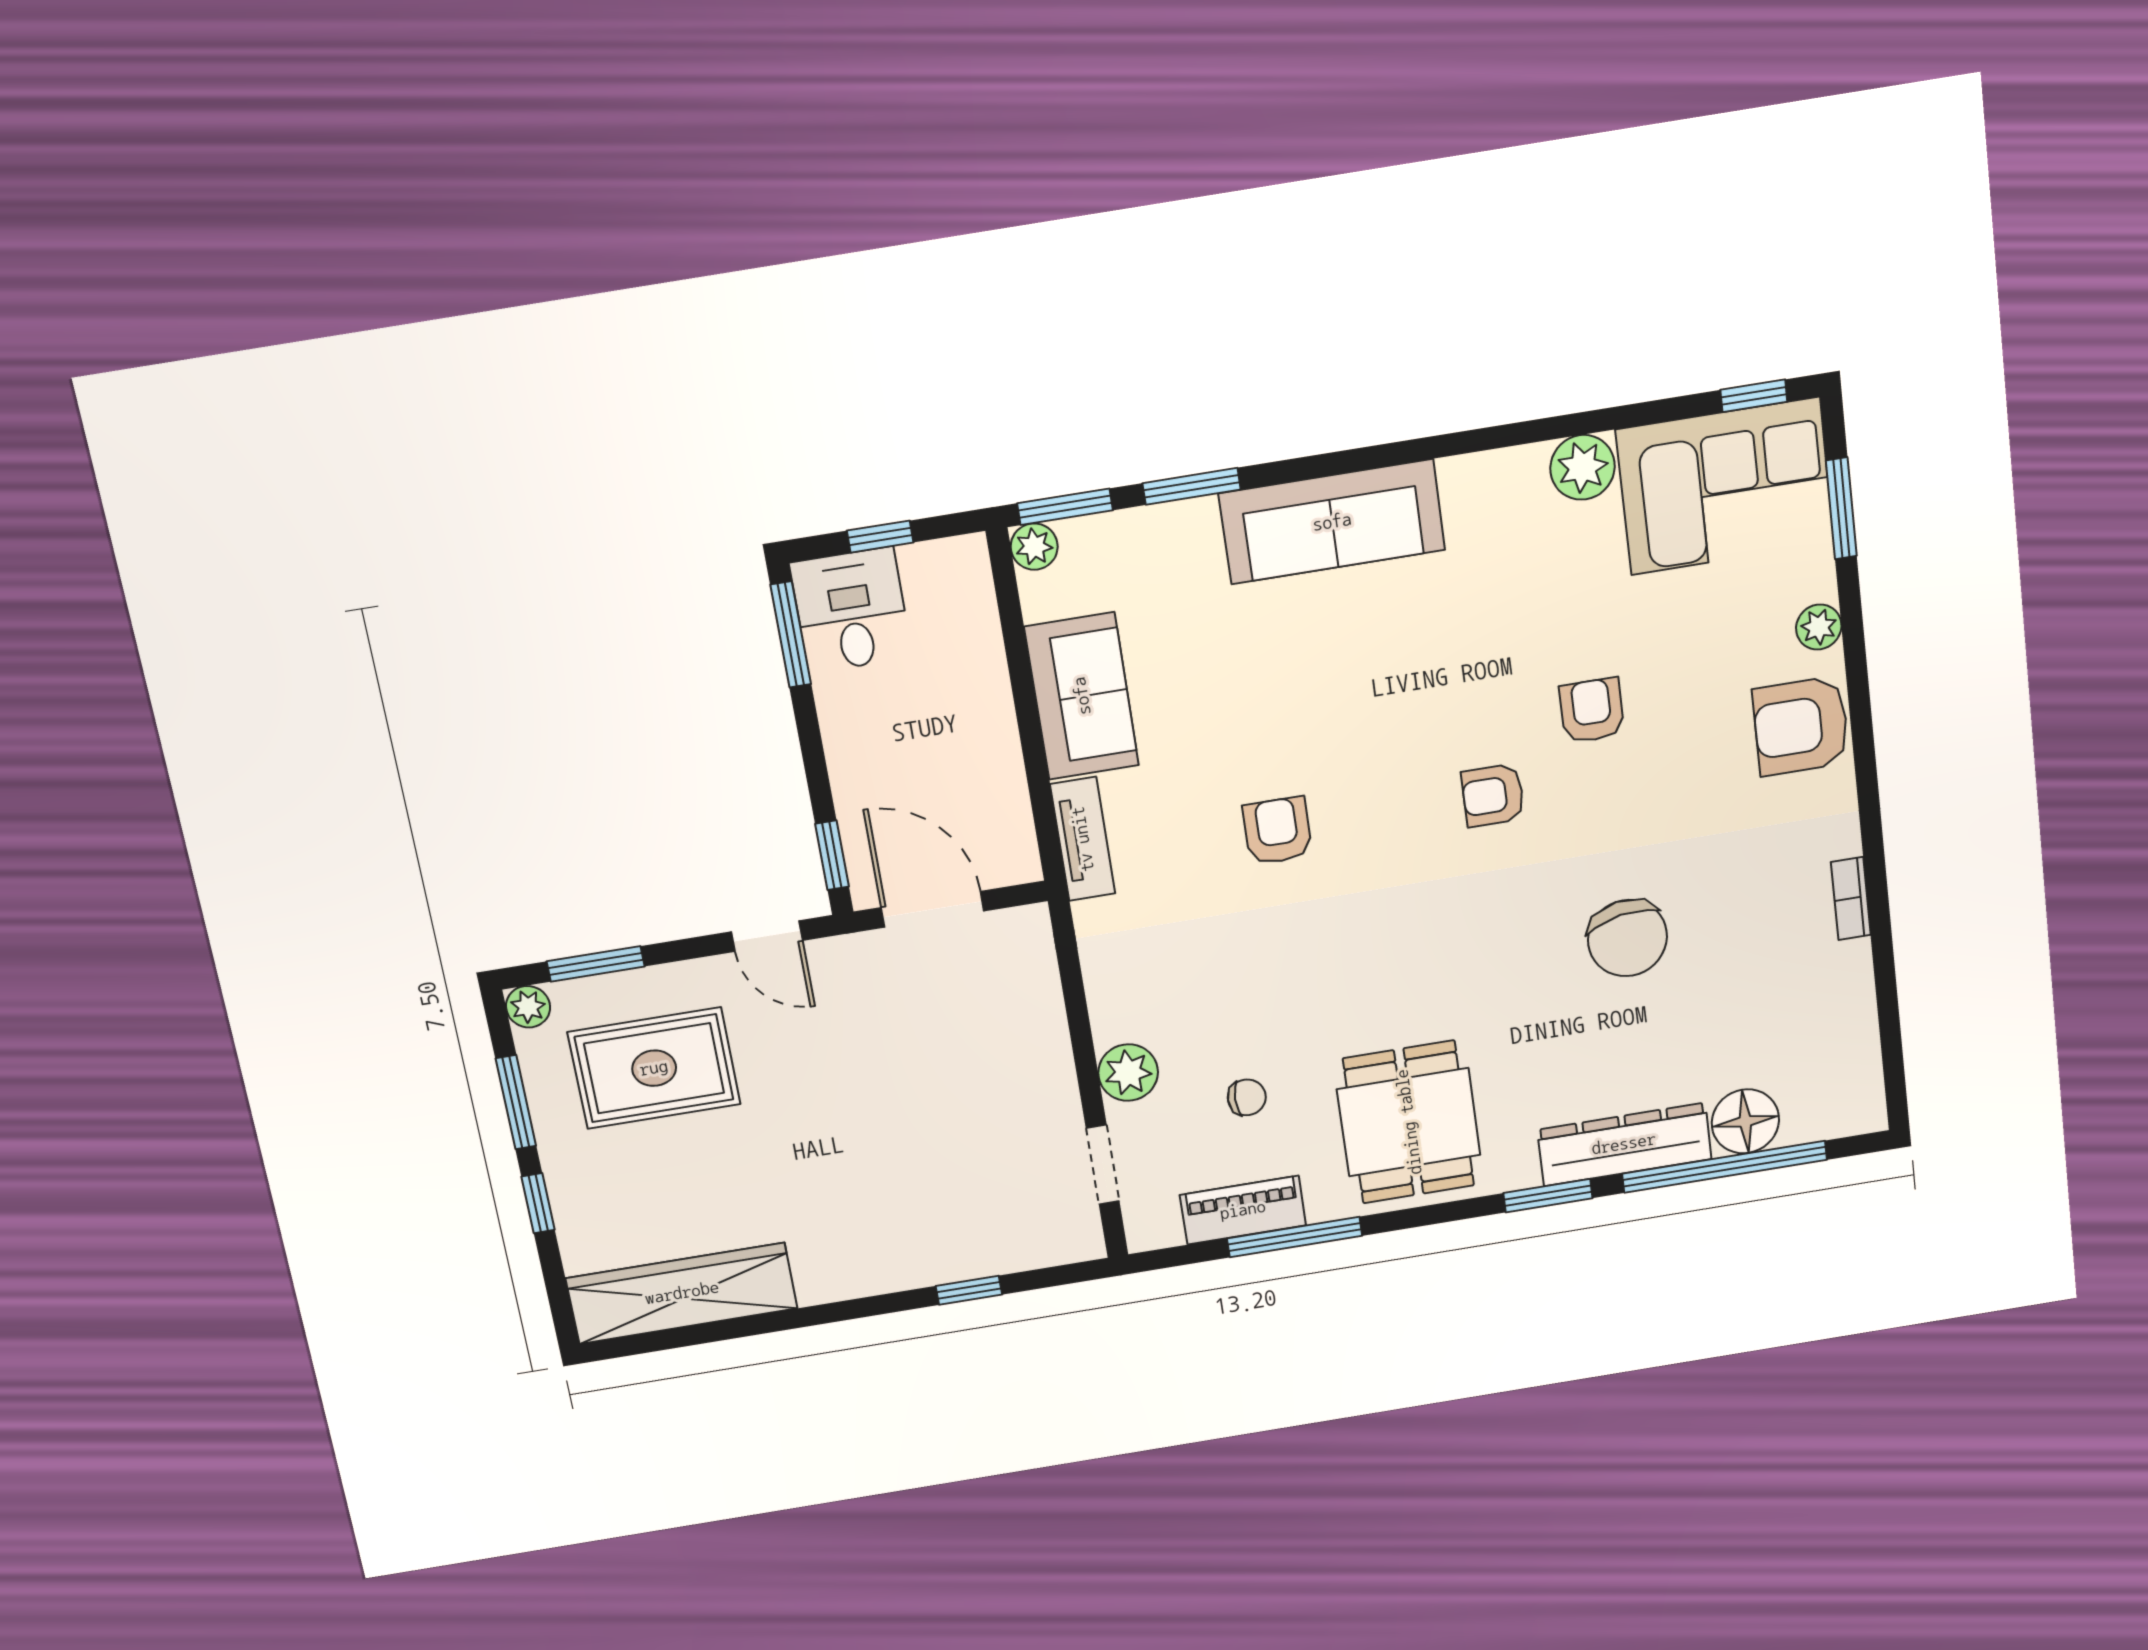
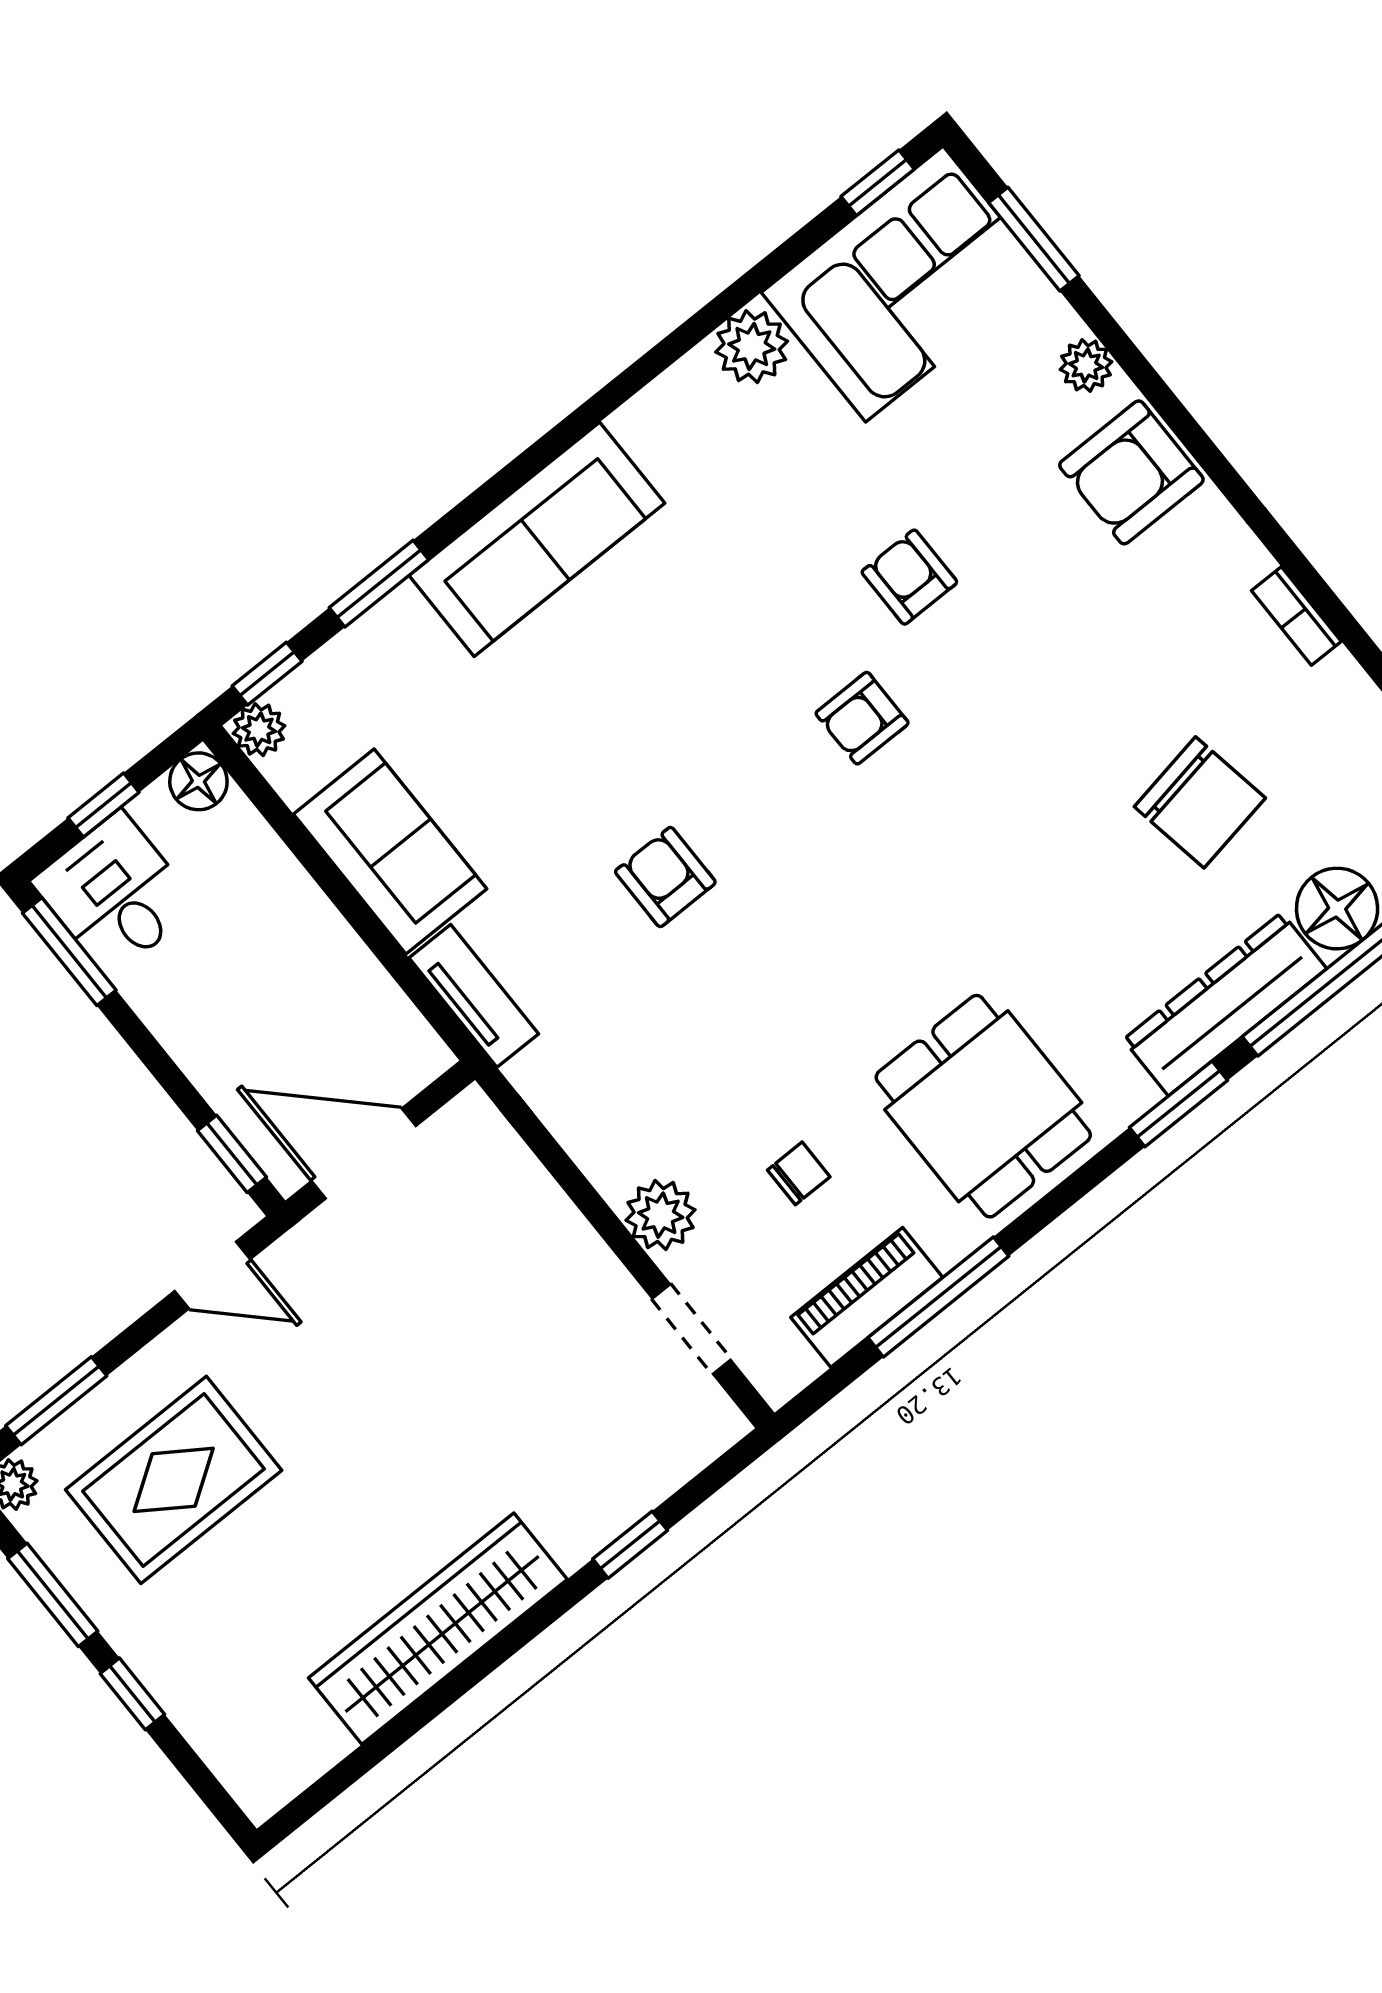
window: (1065, 507) -> (267, 674), width x0.67
floor lamp: (965, 560) -> (198, 781), added
chair: (1627, 938) -> (1200, 802), moved
wardrobe: (682, 1293) -> (438, 1629), moved

